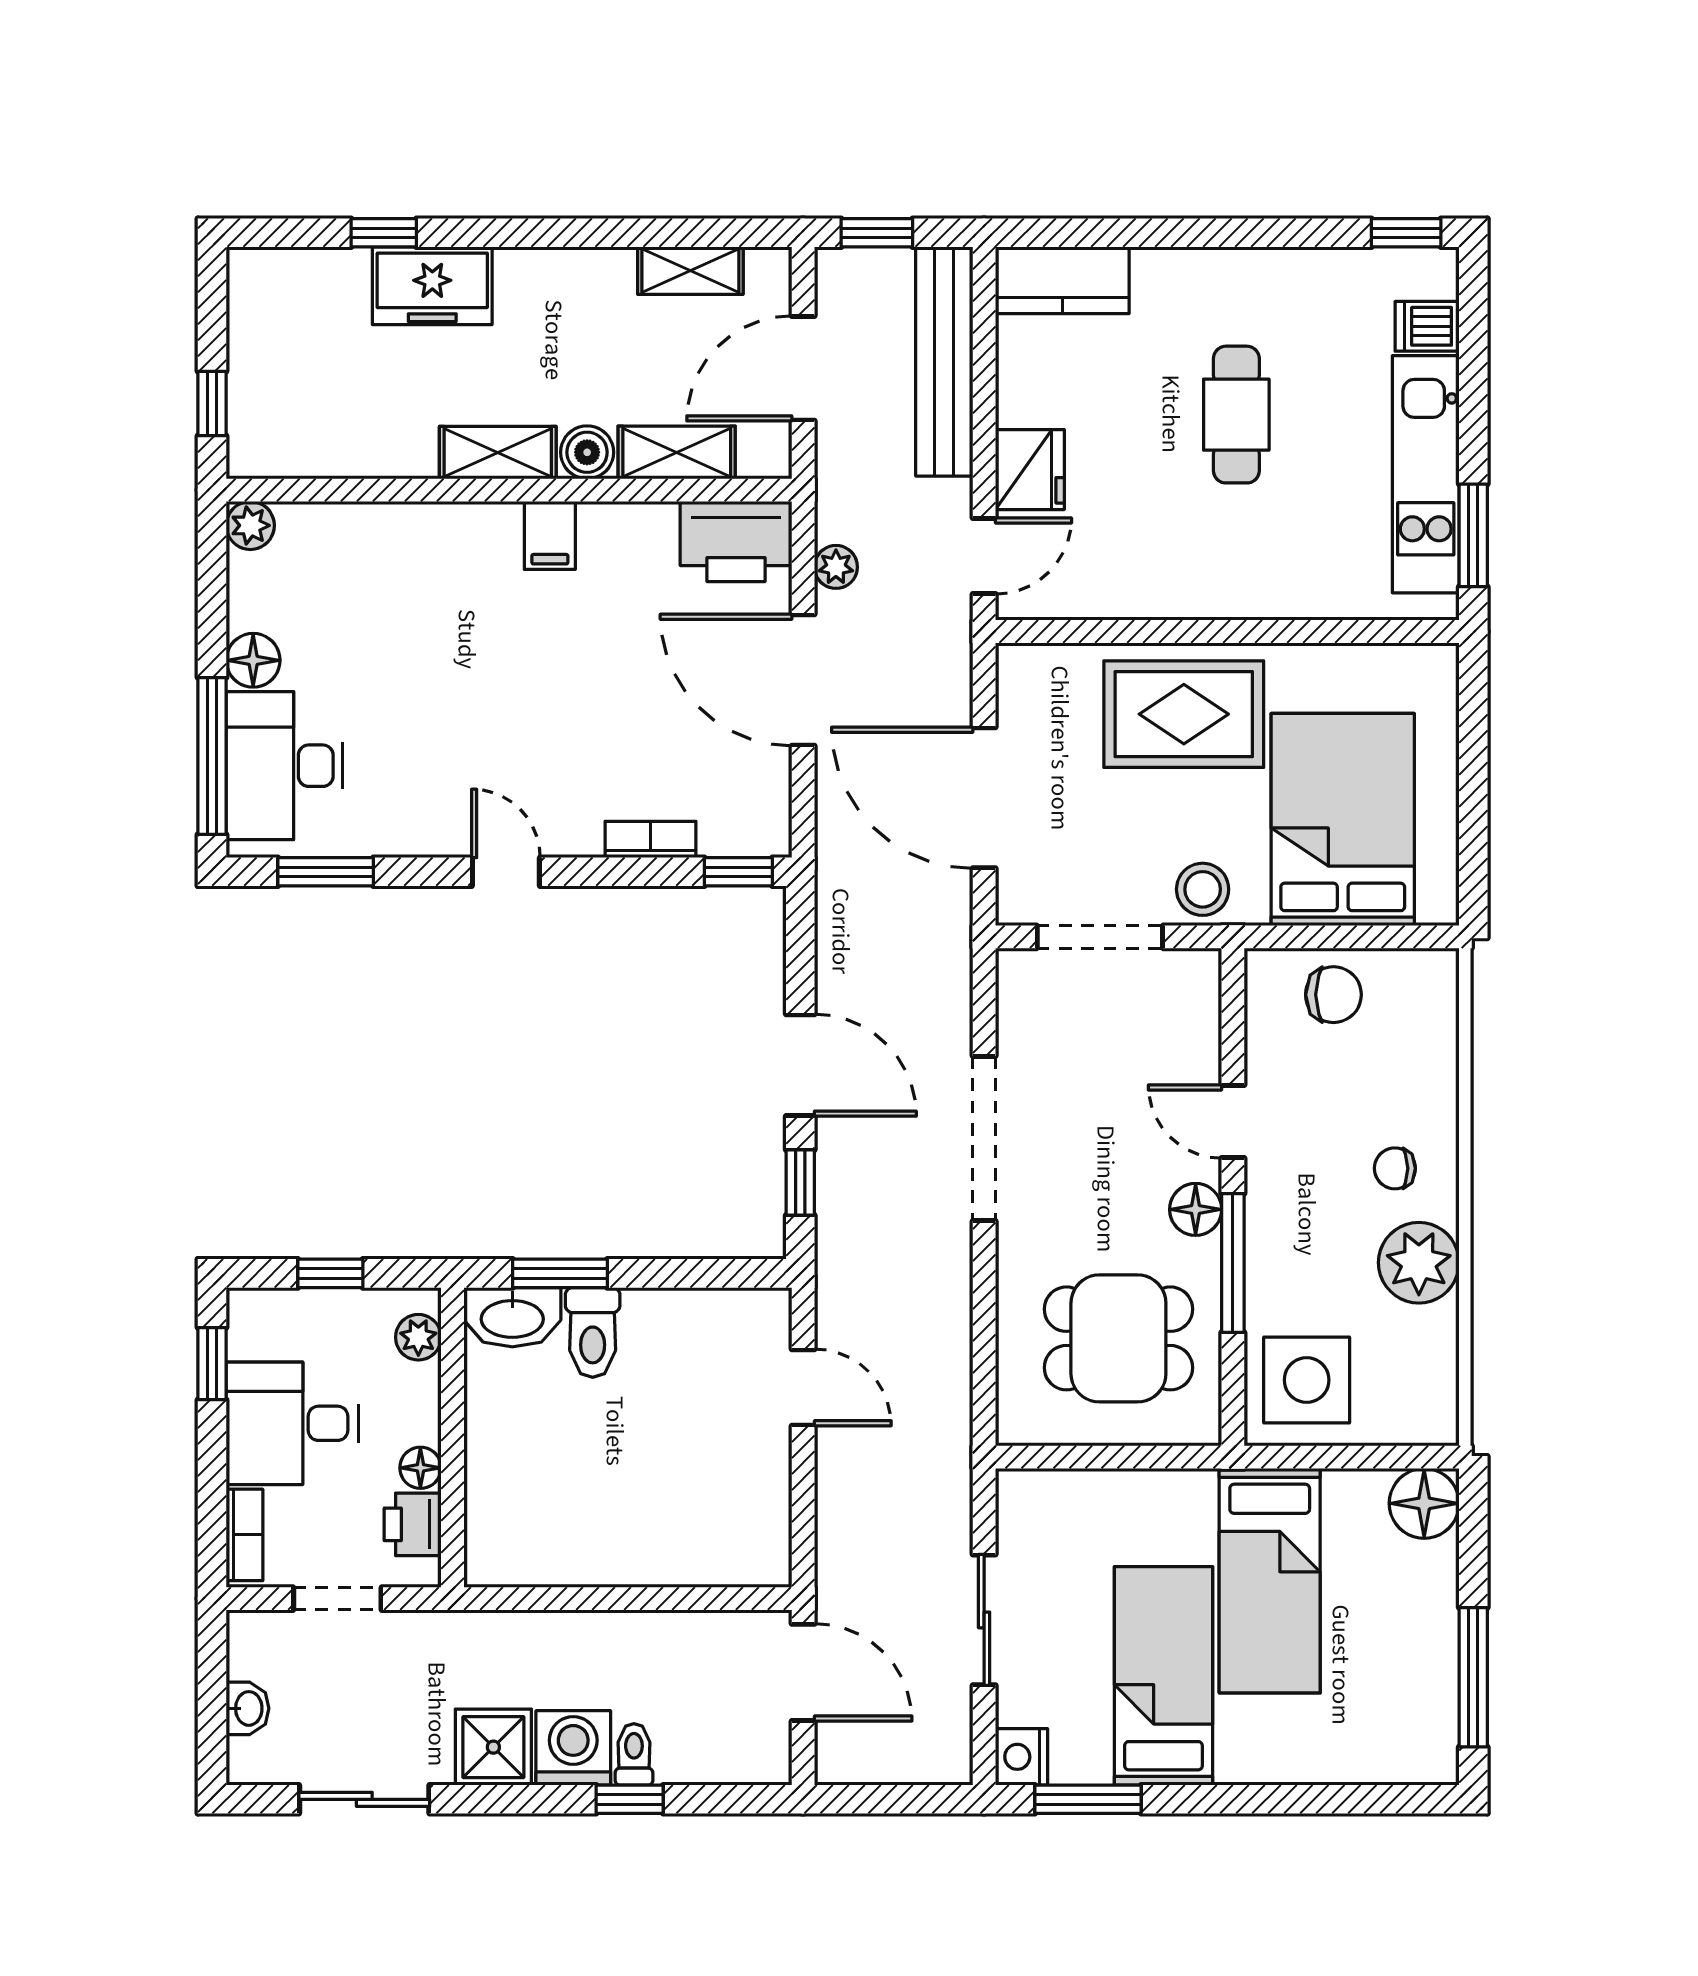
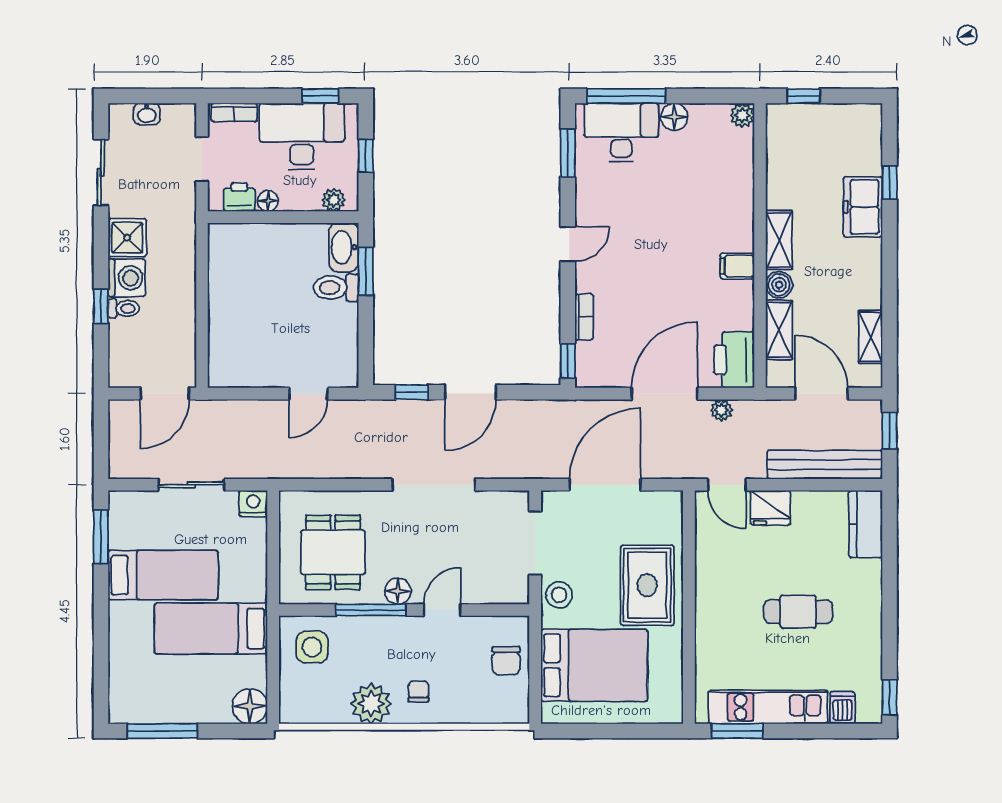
side table: (1307, 1380) -> (312, 647), width x0.73, depth x0.73
desk: (292, 1423) -> (302, 136), width x1.37
nightstand: (1021, 1757) -> (253, 504), moved

